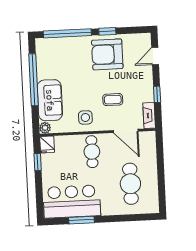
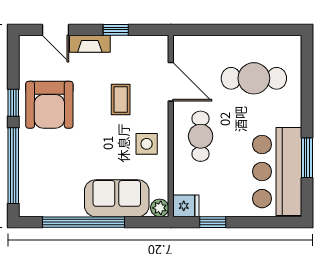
fireplace: (149, 115) -> (90, 44), moved
door: (126, 131) -> (171, 82), hinge flipped
cafe table: (92, 152) -> (201, 136), turned 90

